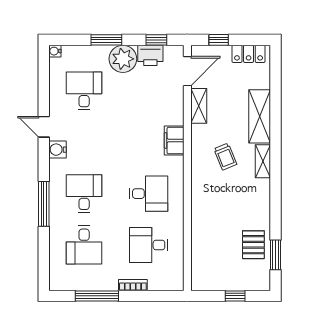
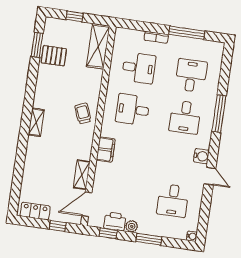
plant: (123, 59) -> (132, 226), width x0.53, depth x0.53
shelving: (260, 116) -> (98, 46), moved
trolley: (225, 157) -> (83, 113), moved
pallet: (253, 245) -> (54, 56), turned 90

